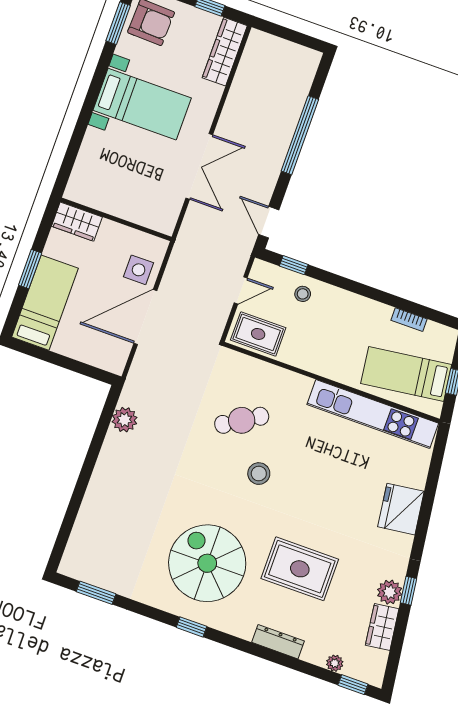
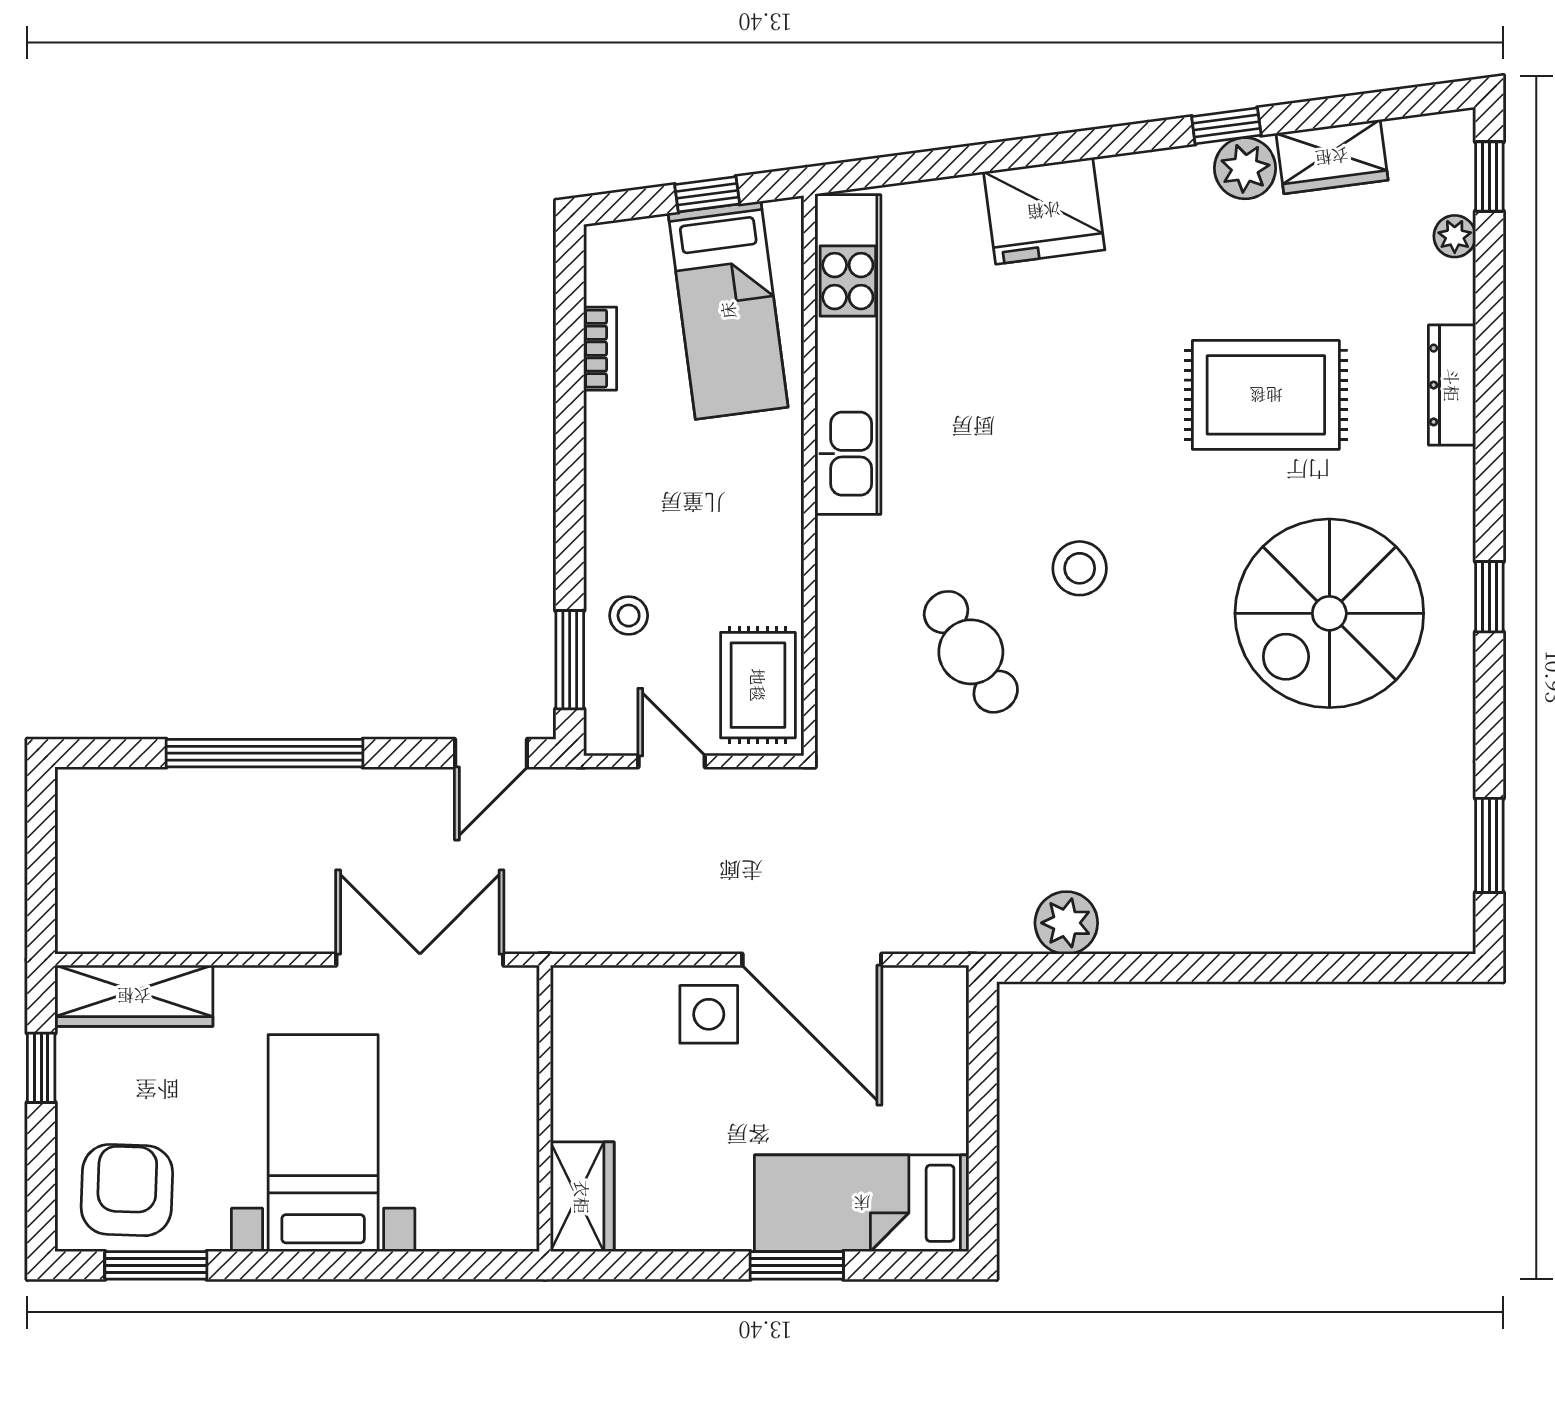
wall: (116, 219) -> (545, 1108), moved
wardrobe: (77, 222) -> (582, 1197), moved
window: (294, 265) -> (570, 660), width x1.50
rug: (300, 569) -> (1266, 395), turned 90

